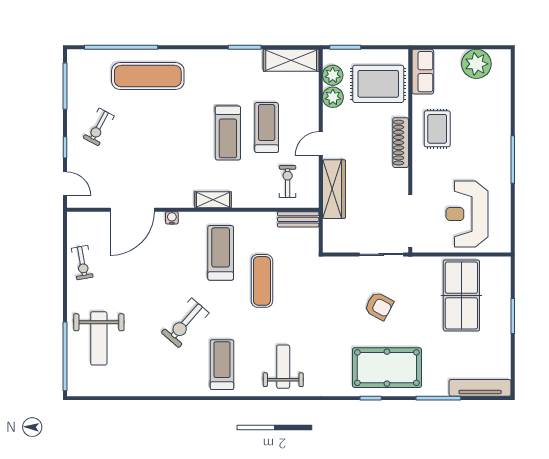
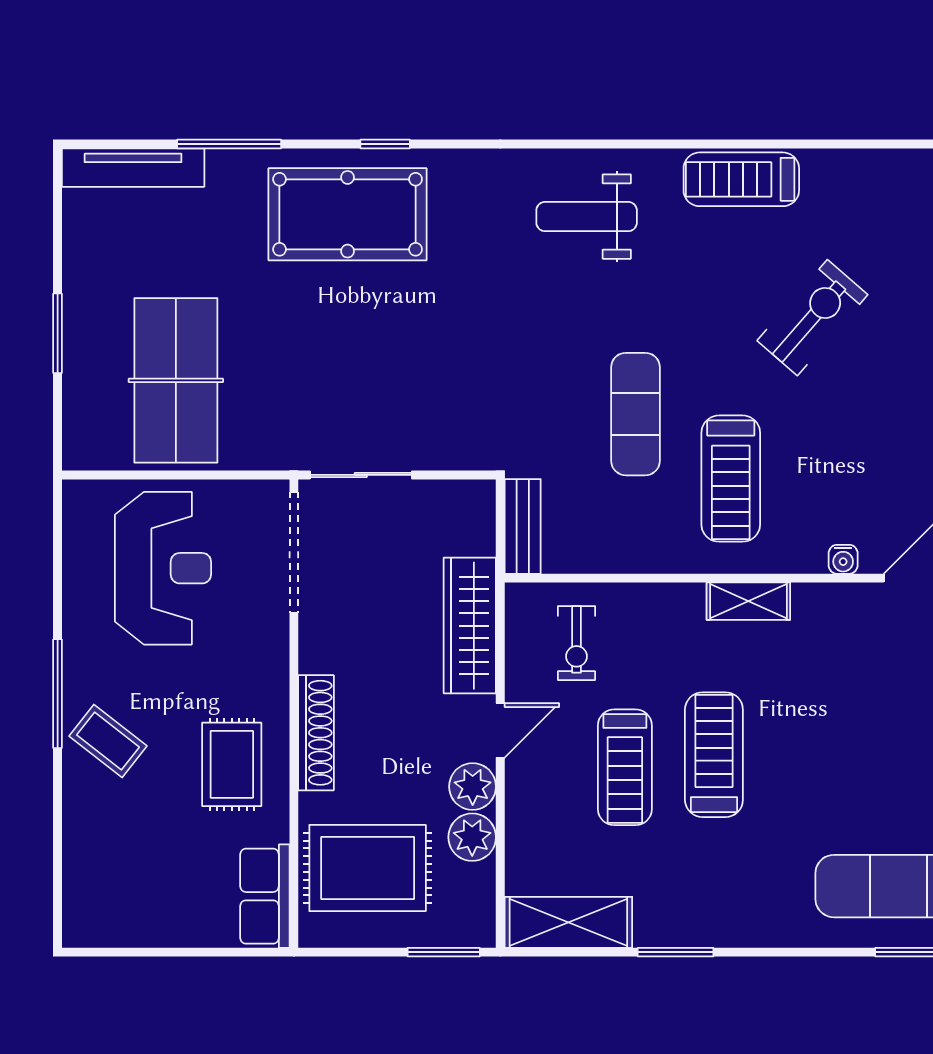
plant: (476, 64) -> (141, 914), removed
plant: (333, 75) -> (473, 787), moved
coffee table: (491, 139) -> (108, 741), added
bench: (298, 219) -> (523, 526), moved, turned 90
armchair: (379, 306) -> (366, 356), removed
treadmill: (222, 365) -> (741, 179), moved, turned 90
weight bench: (283, 367) -> (587, 217), turned 90

